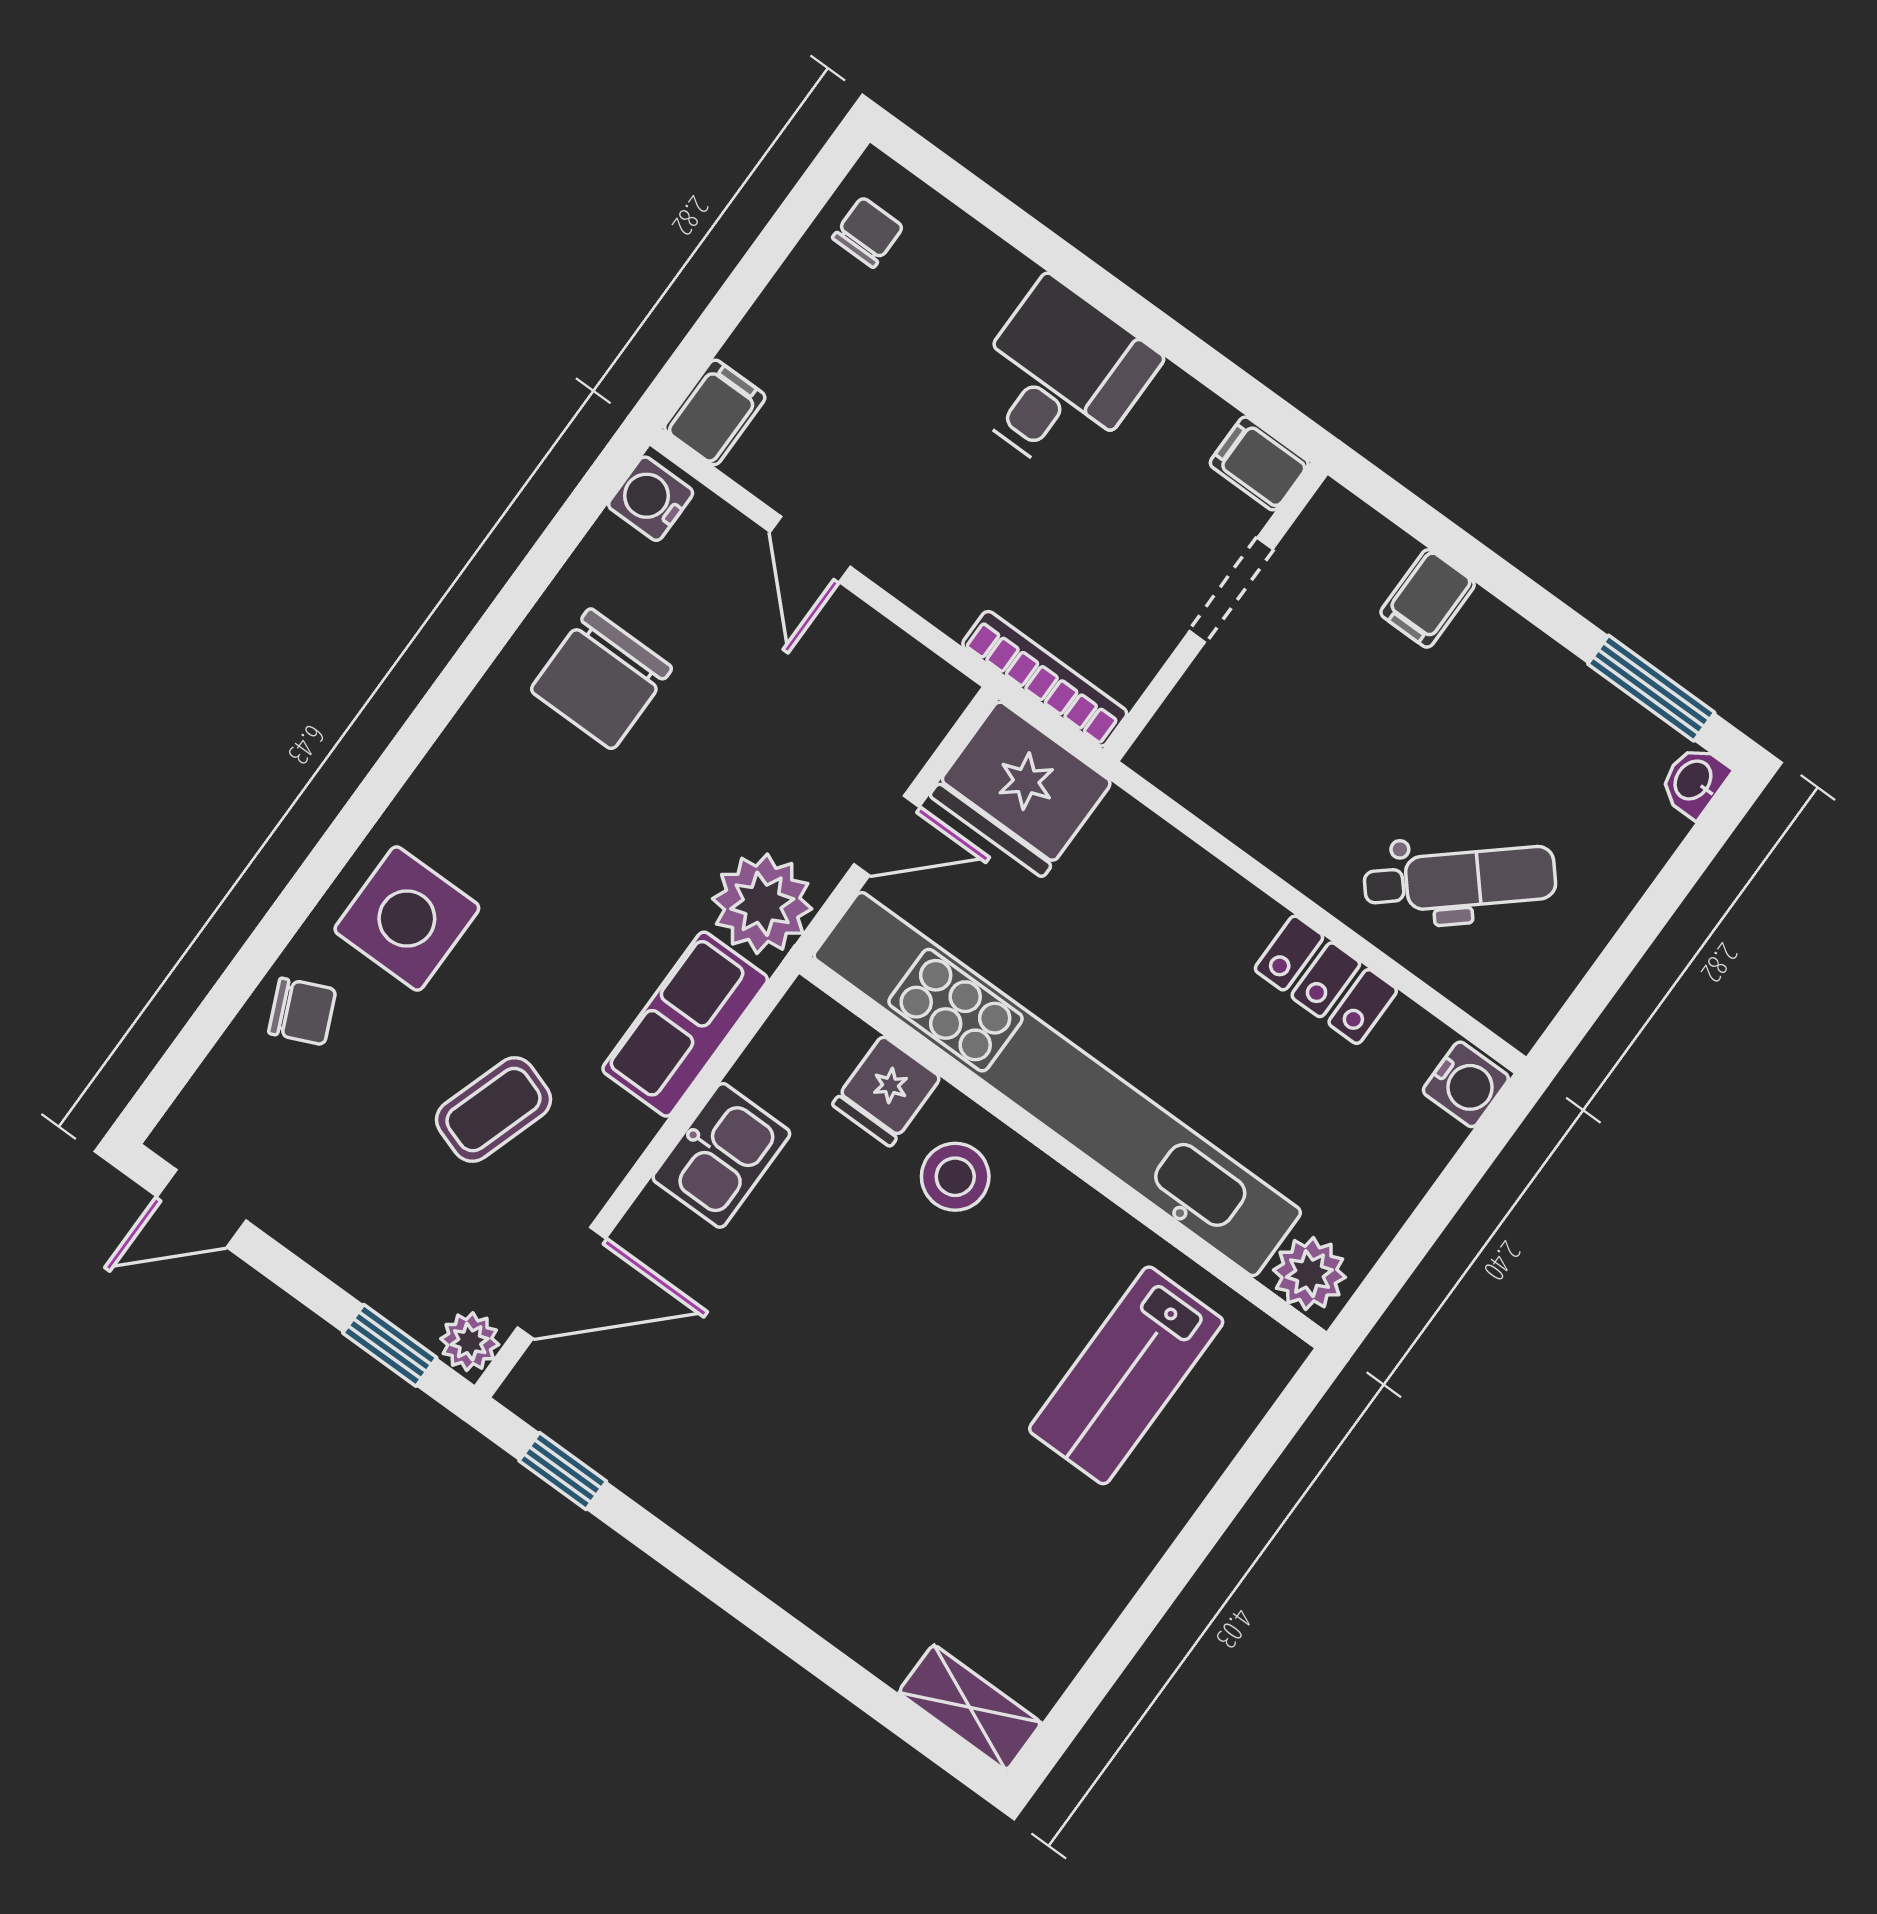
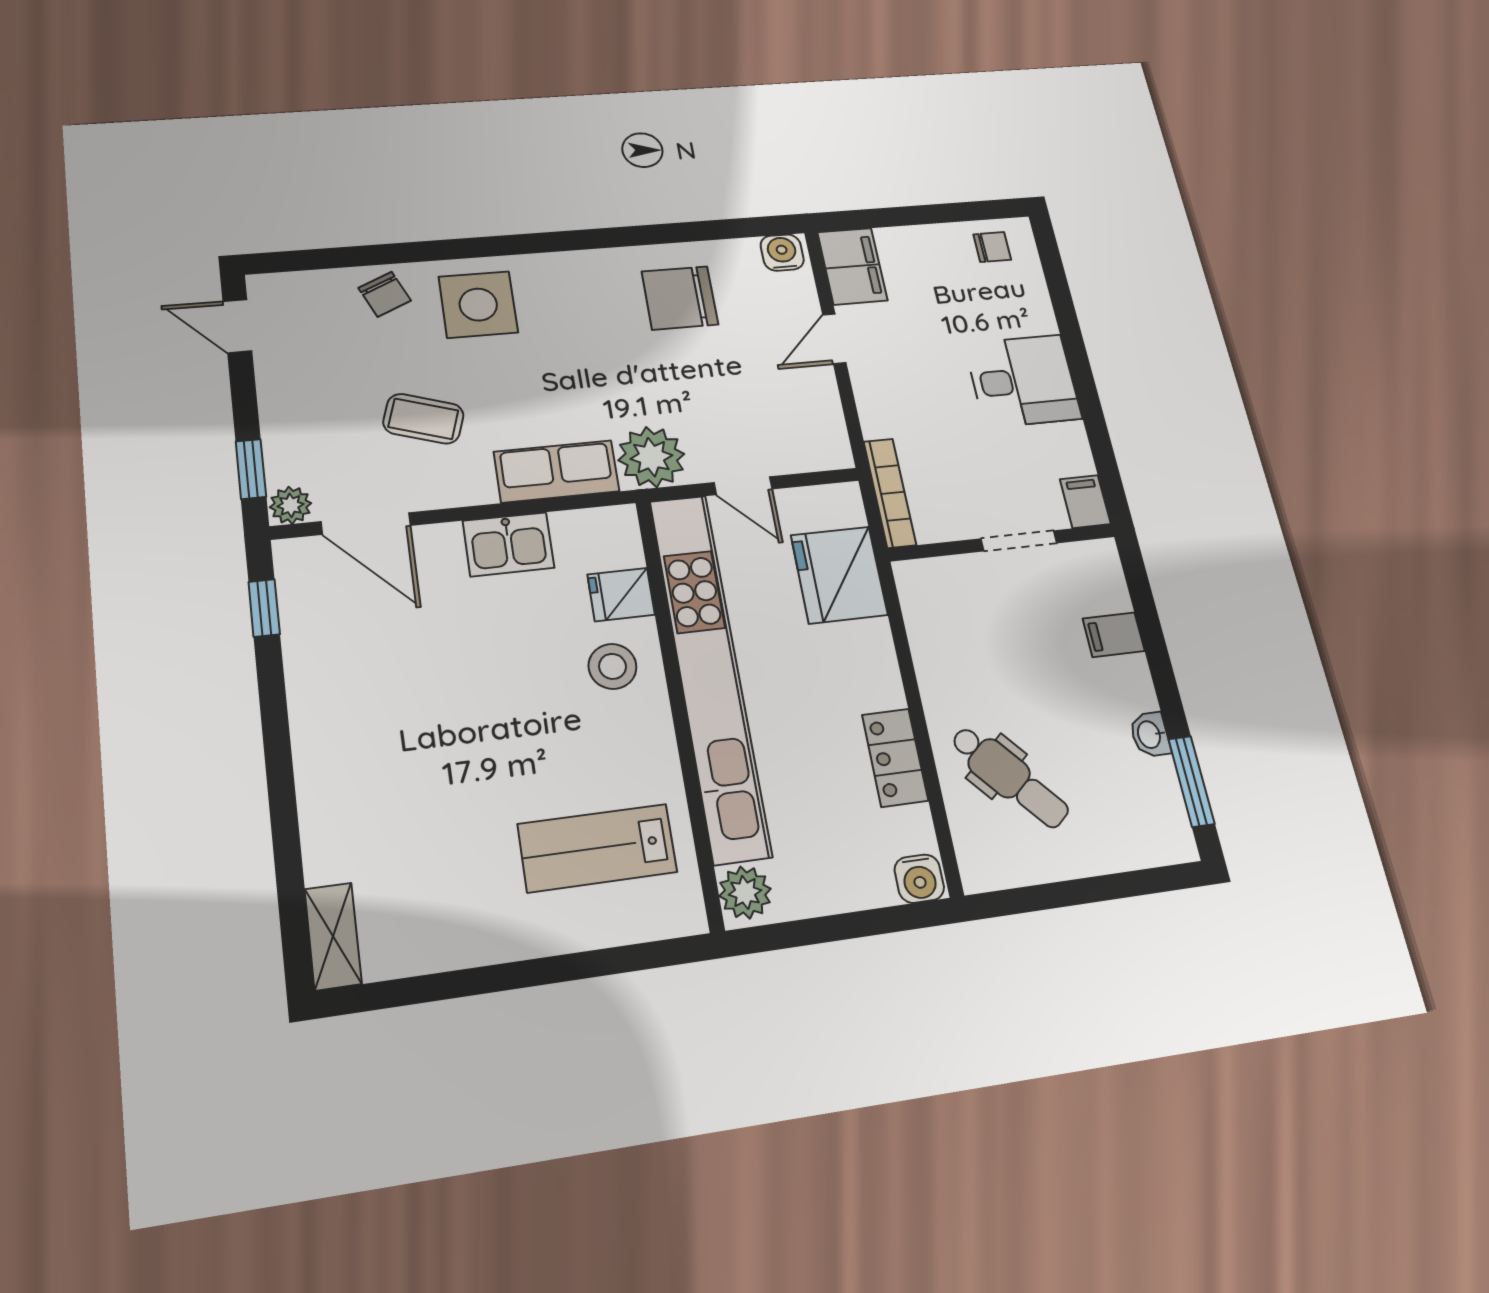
filing cabinet: (715, 412) -> (852, 266), width x2.00
washbasin: (1694, 781) -> (1150, 735), moved, turned -90
fridge: (1021, 789) -> (839, 575), moved

